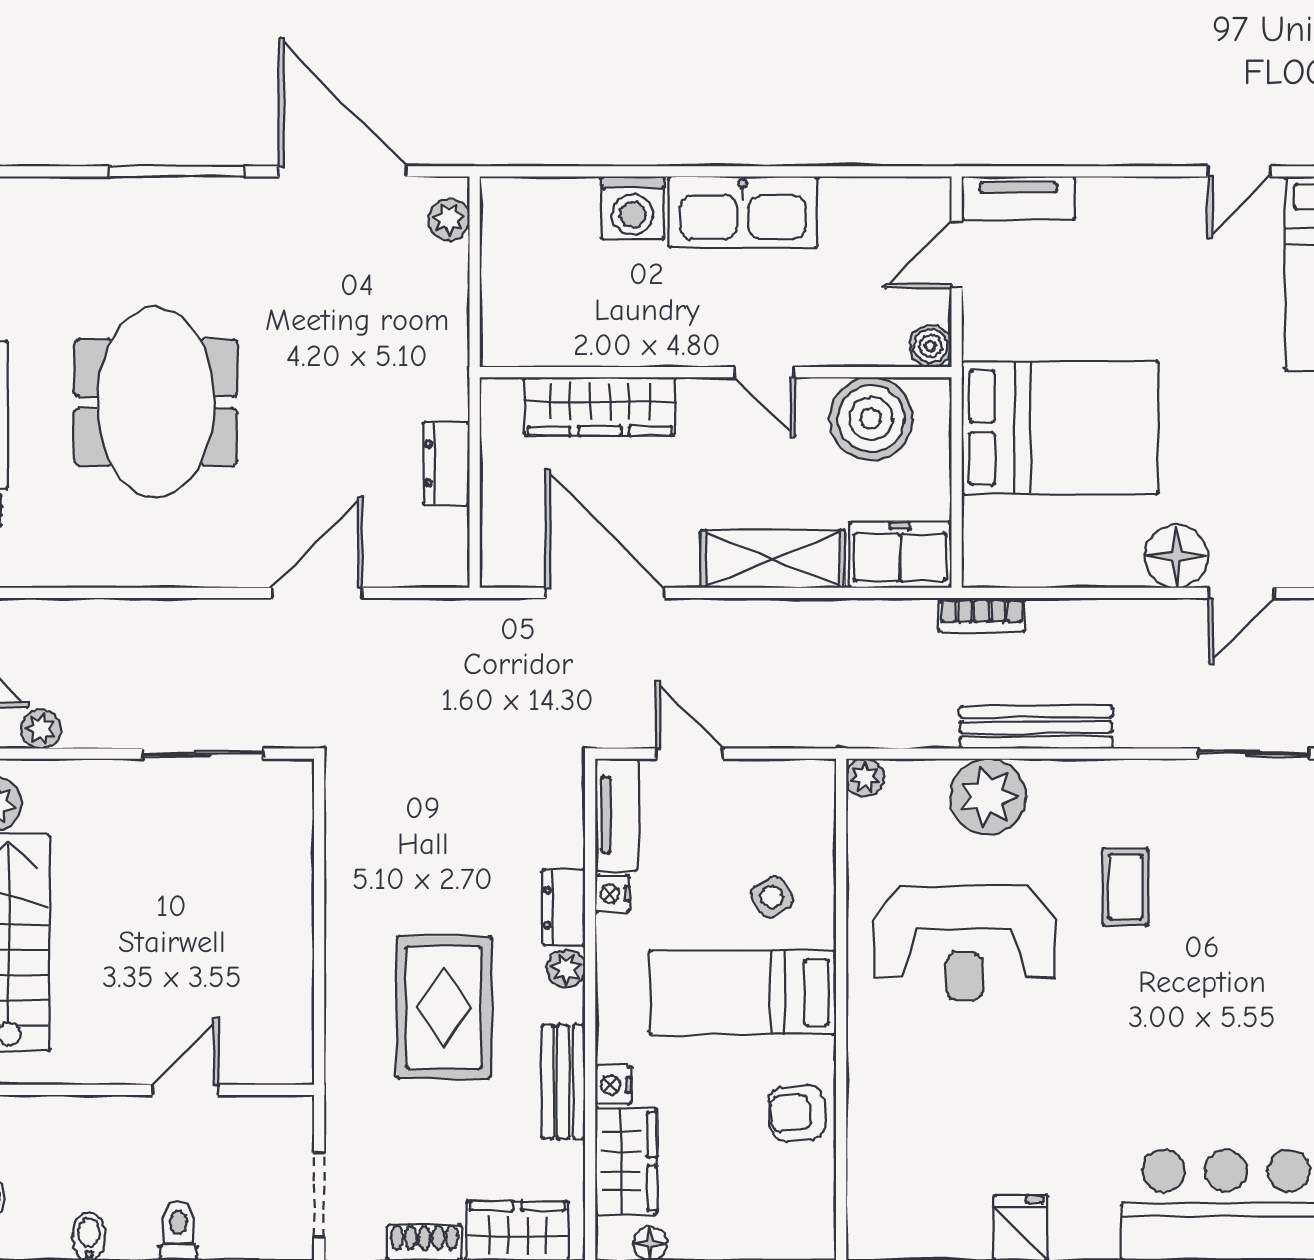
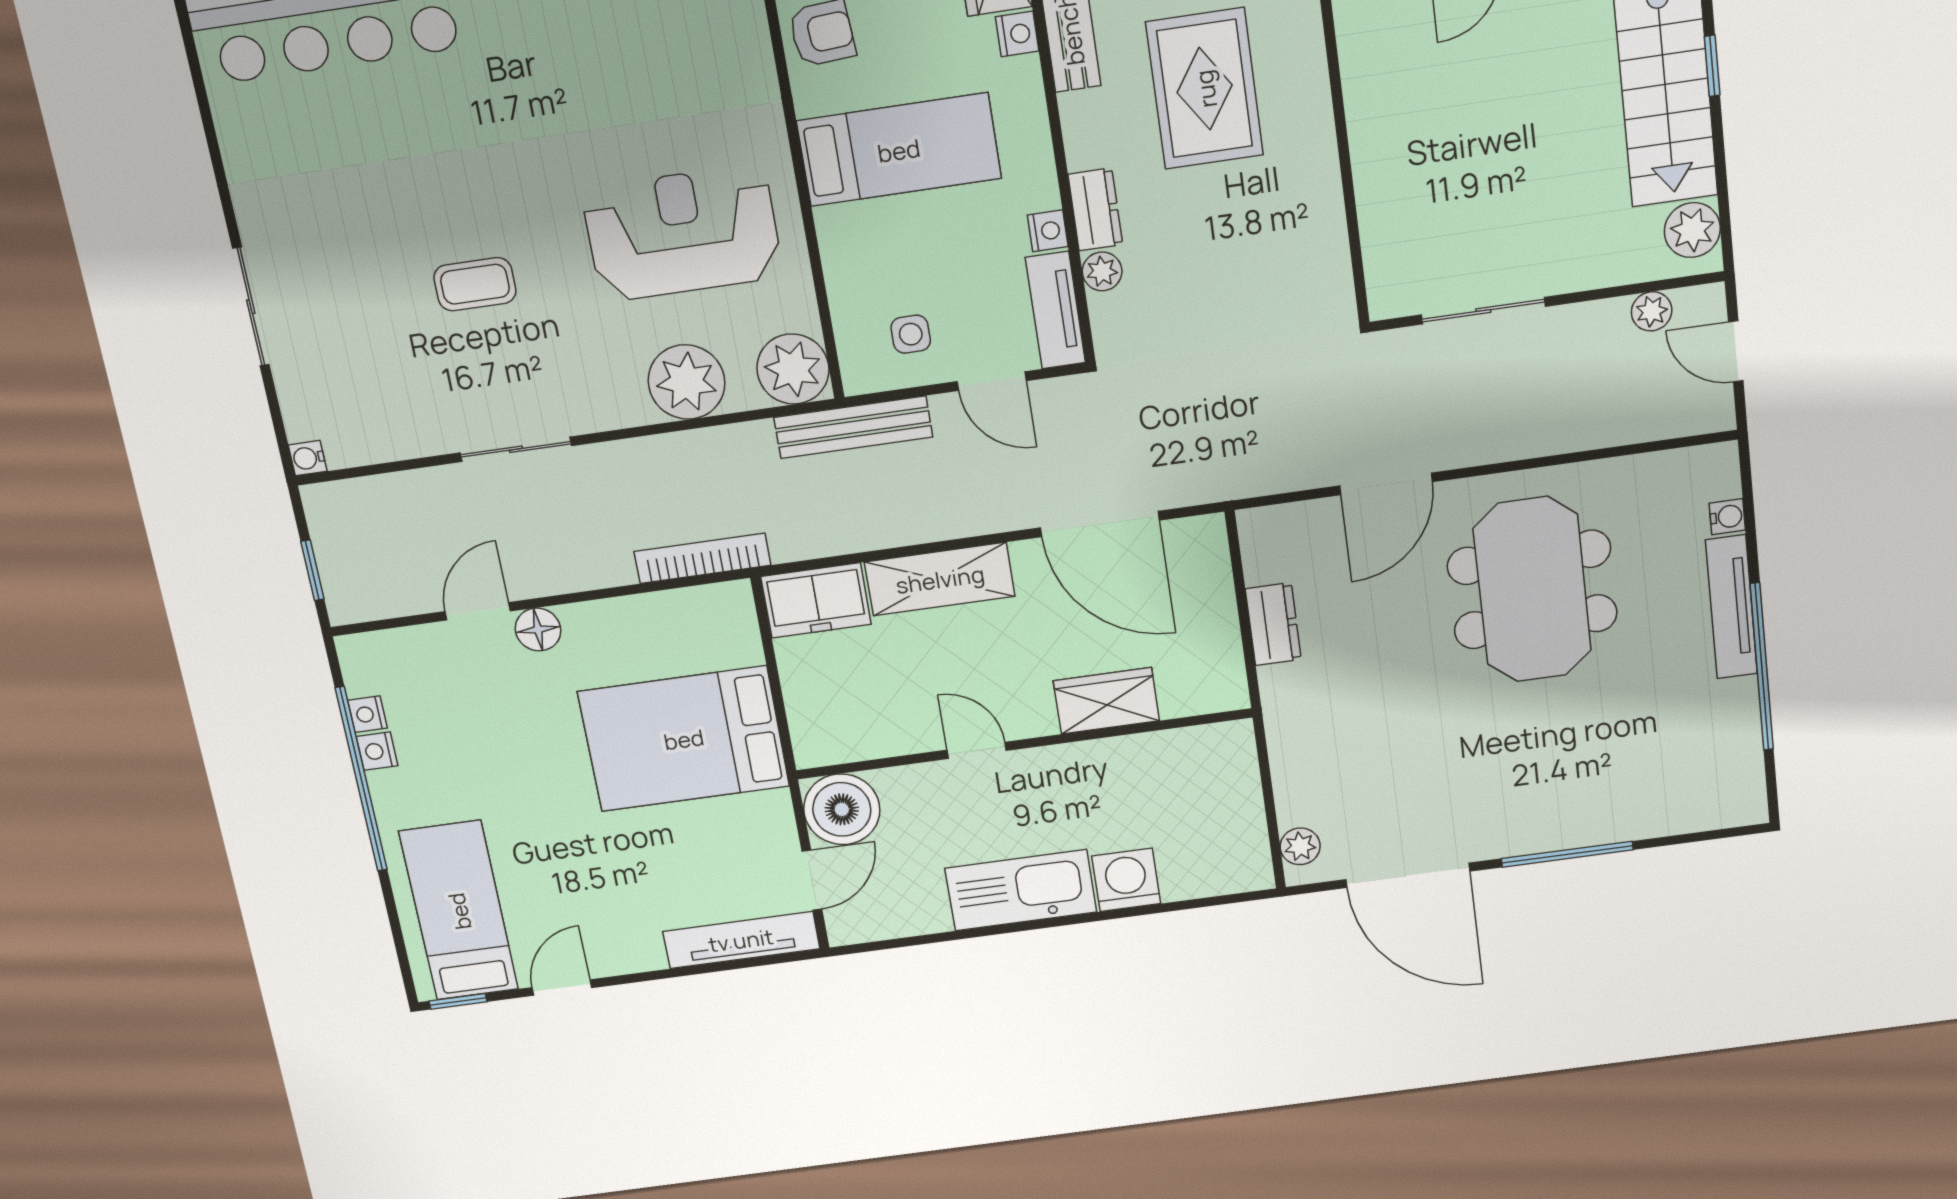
tv unit: (1018, 198) -> (741, 940), width x1.41
boiler: (931, 346) -> (842, 809), width x1.86, depth x1.86
meeting table: (156, 402) -> (1532, 590), moved
wardrobe: (600, 406) -> (1106, 701), width x0.67
boiler: (871, 419) -> (867, 722), removed
floor lamp: (1176, 556) -> (538, 630), width x0.73, depth x0.73
bookcase: (982, 615) -> (702, 558), width x1.56
bench: (1036, 727) -> (853, 427), moved
sliding door: (1254, 754) -> (516, 449), moved
plant: (865, 777) -> (793, 369), width x1.88, depth x1.88
coffee table: (1125, 887) -> (475, 284), moved, turned 90
side table: (772, 897) -> (911, 334), moved, turned 31
plant: (566, 969) -> (1102, 271), moved

